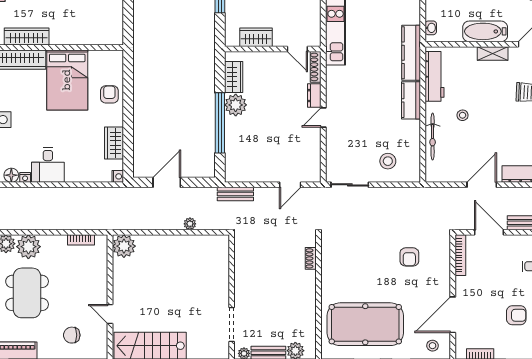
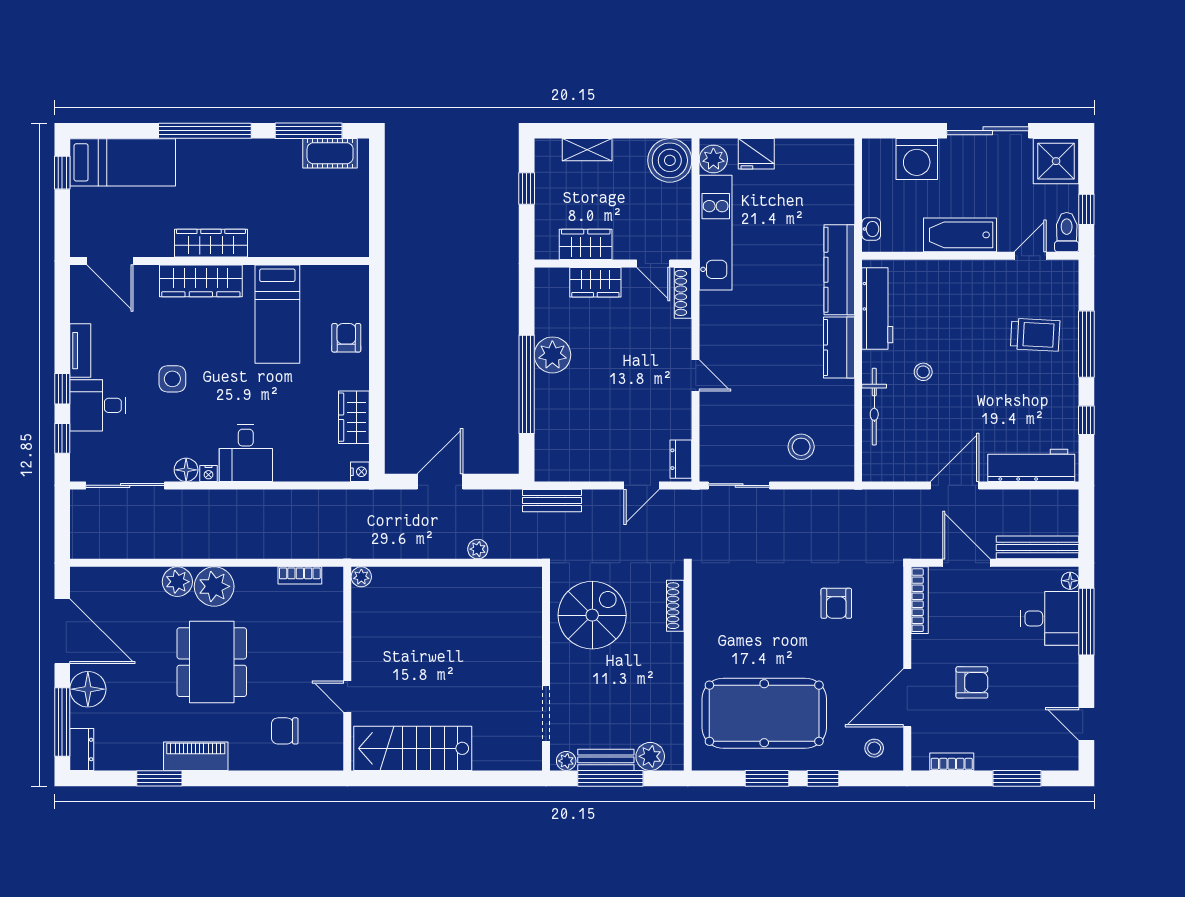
shelving: (493, 53) -> (972, 271), removed
wardrobe: (234, 77) -> (595, 282), moved, turned 90
bed: (67, 80) -> (277, 314), width x0.67
dresser: (314, 96) -> (681, 459), moved
door: (323, 117) -> (696, 375), swing flipped
plant: (124, 246) -> (361, 577), width x0.53, depth x0.53
shoe rack: (311, 258) -> (675, 606), width x1.43
spiral stairs: (260, 264) -> (592, 615), added
armchair: (516, 315) -> (972, 682), moved

